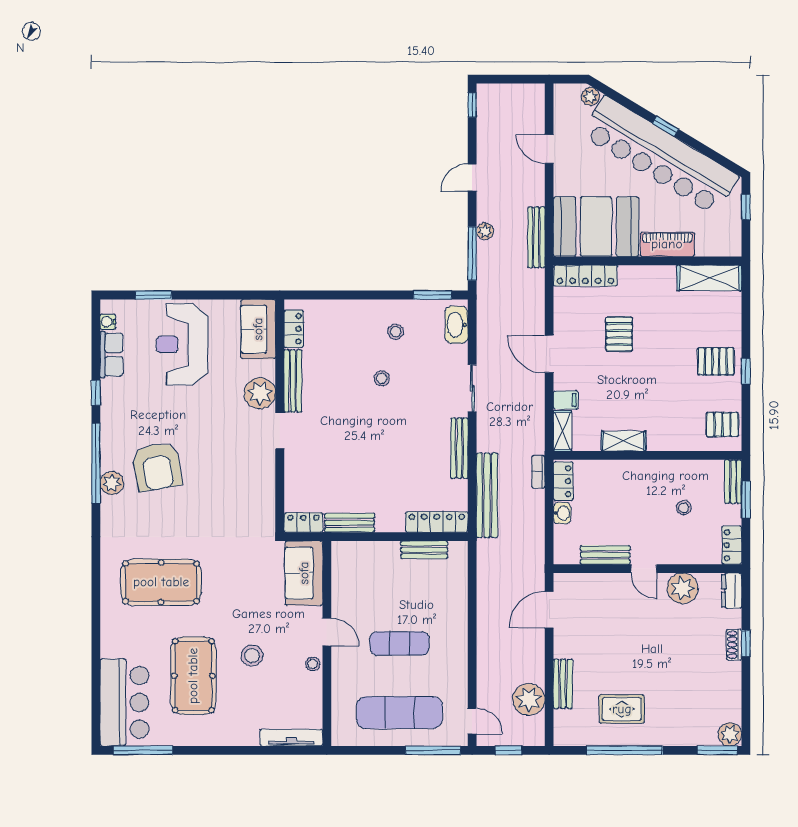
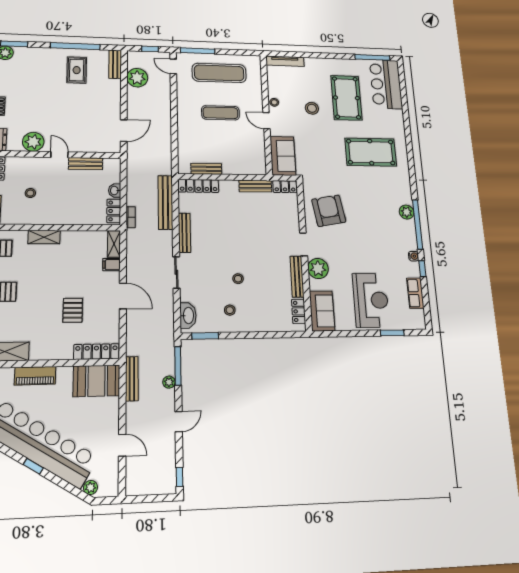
booth: (596, 227) -> (96, 381), width x0.73, depth x0.70
water cooler: (108, 322) -> (414, 256), moved
shelving: (624, 441) -> (44, 237), moved
armchair: (157, 467) -> (329, 211), moved
bench: (563, 684) -> (115, 64), moved
rug: (622, 709) -> (77, 70), turned 90

